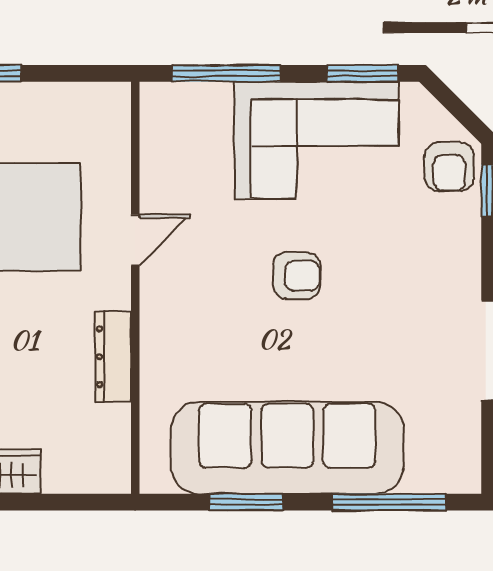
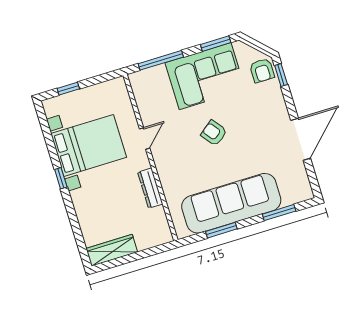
armchair: (297, 276) -> (214, 133), turned -128
window: (390, 502) -> (279, 213), width x0.69

